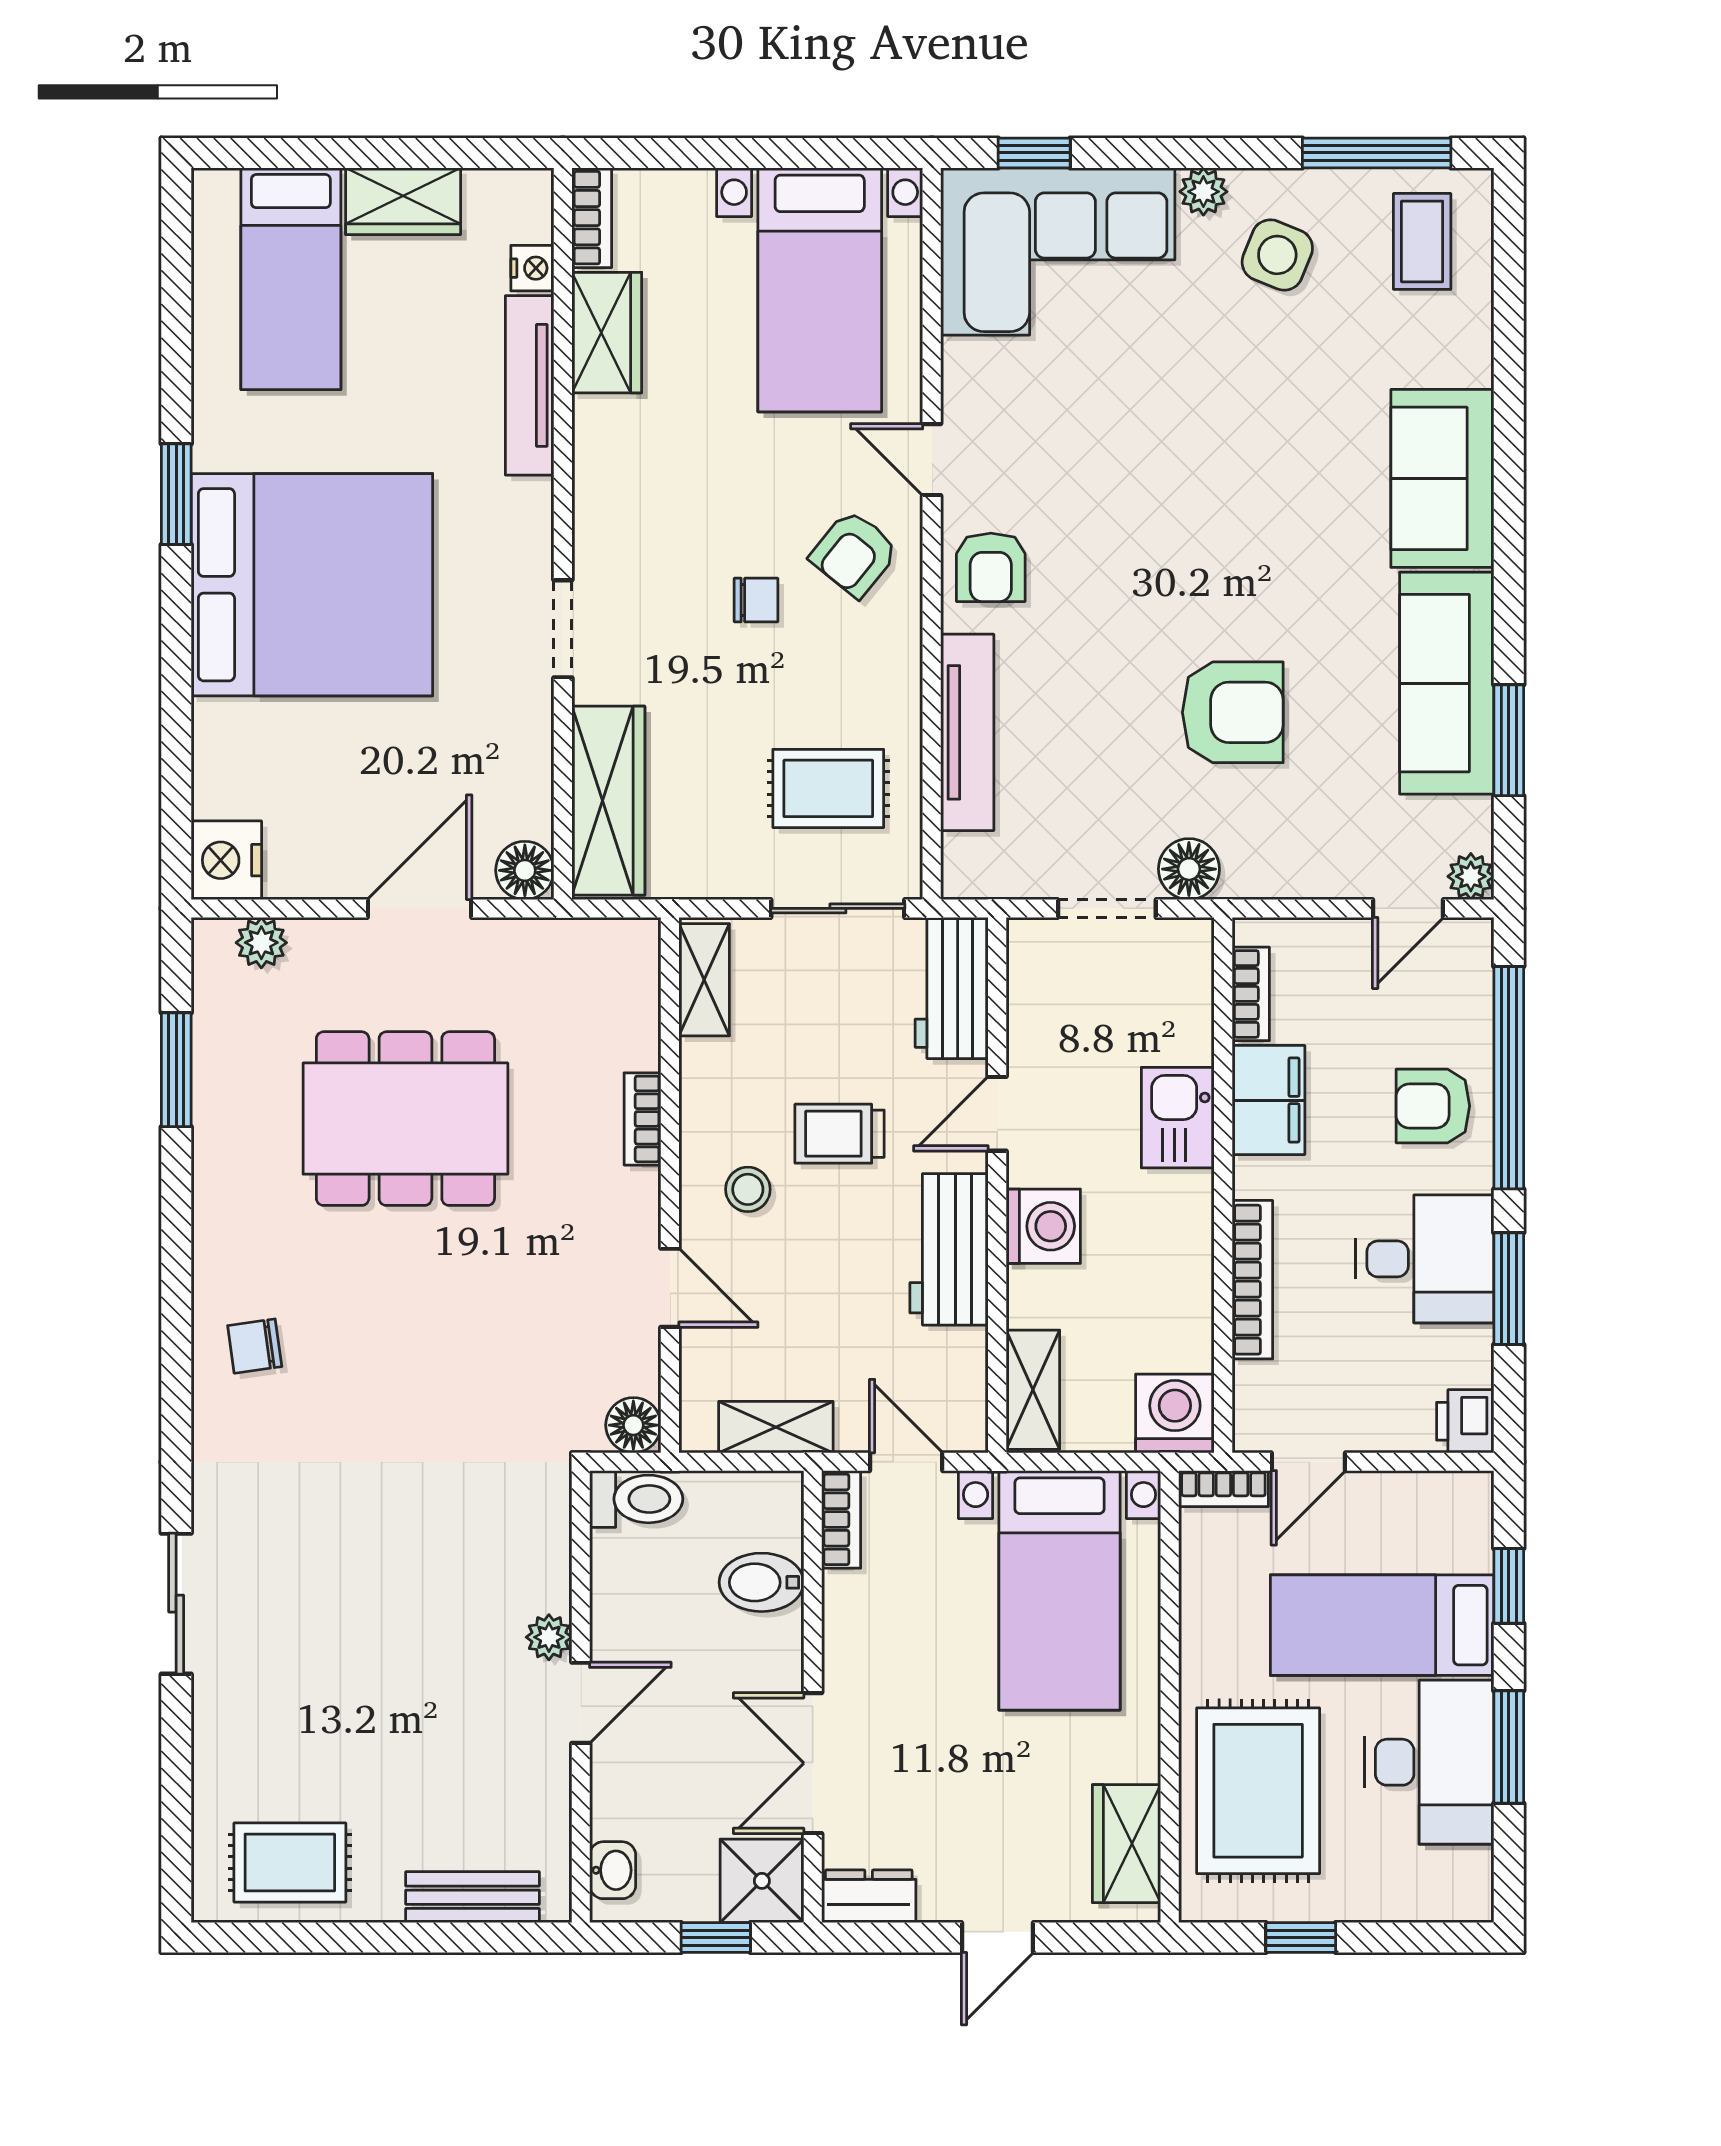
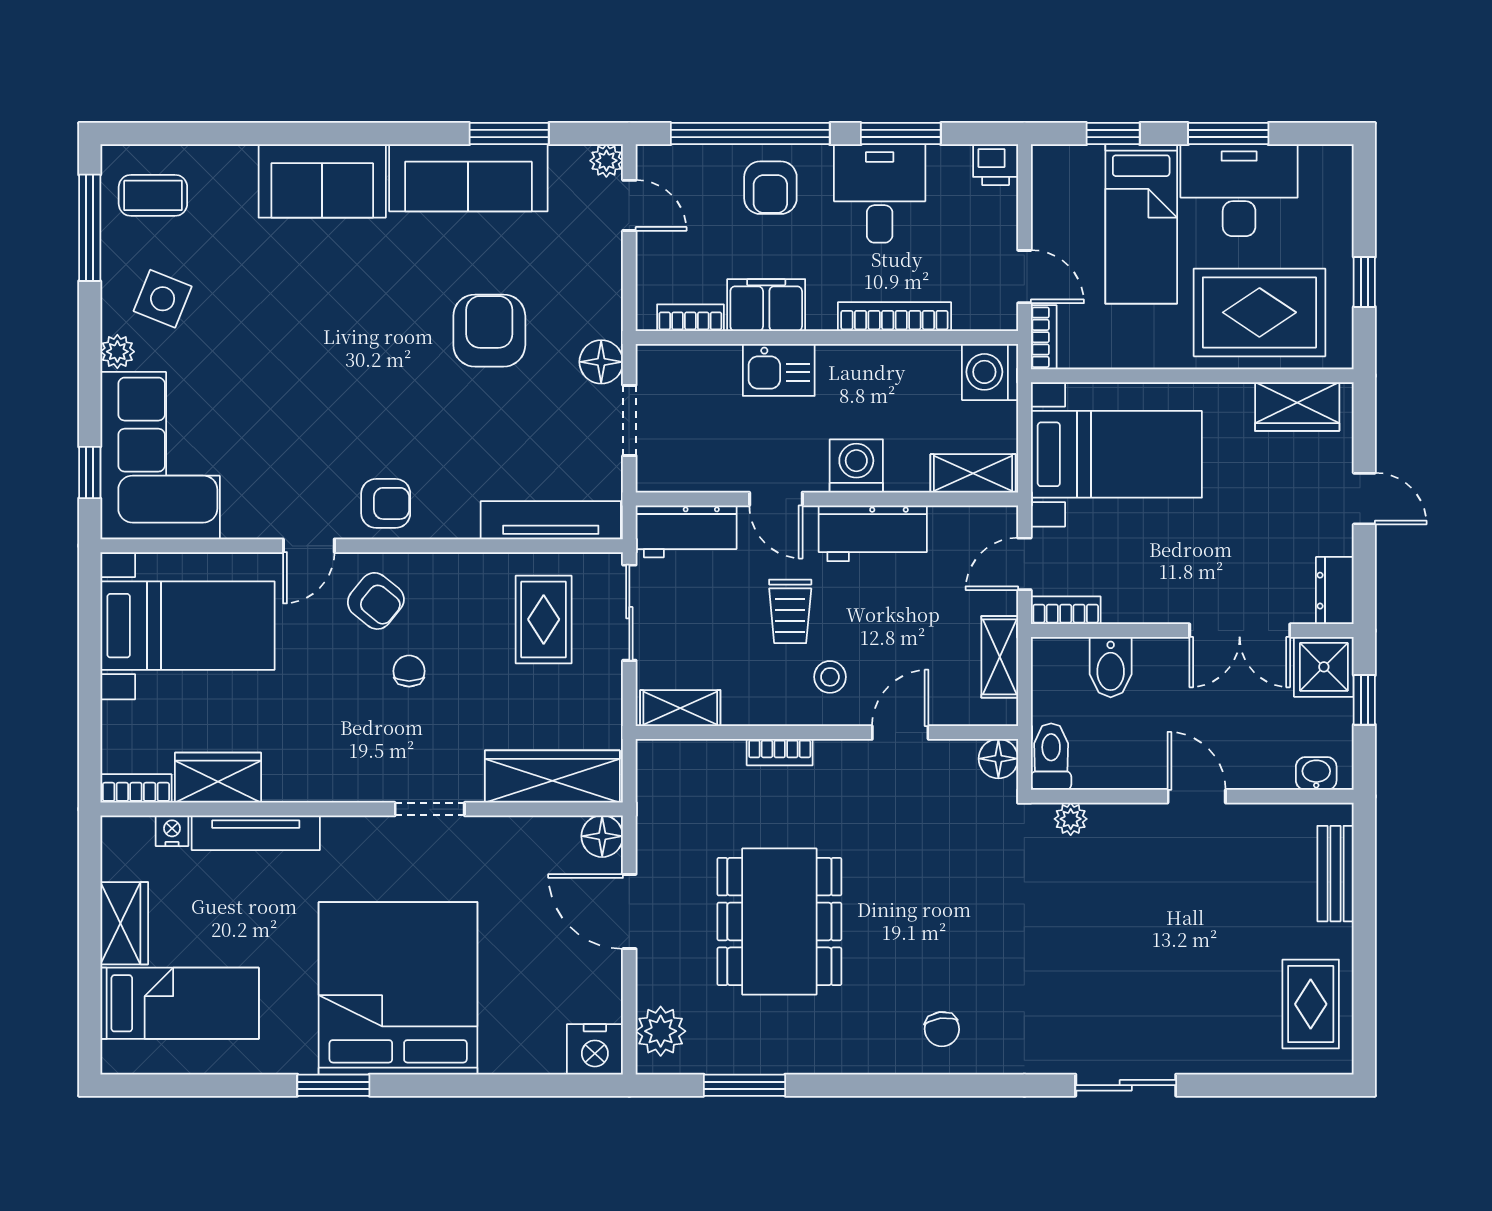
tv unit: (967, 732) -> (551, 520), moved
plant: (261, 943) -> (661, 1031), width x1.38, depth x1.38
plant: (549, 1637) -> (1071, 819), moved

